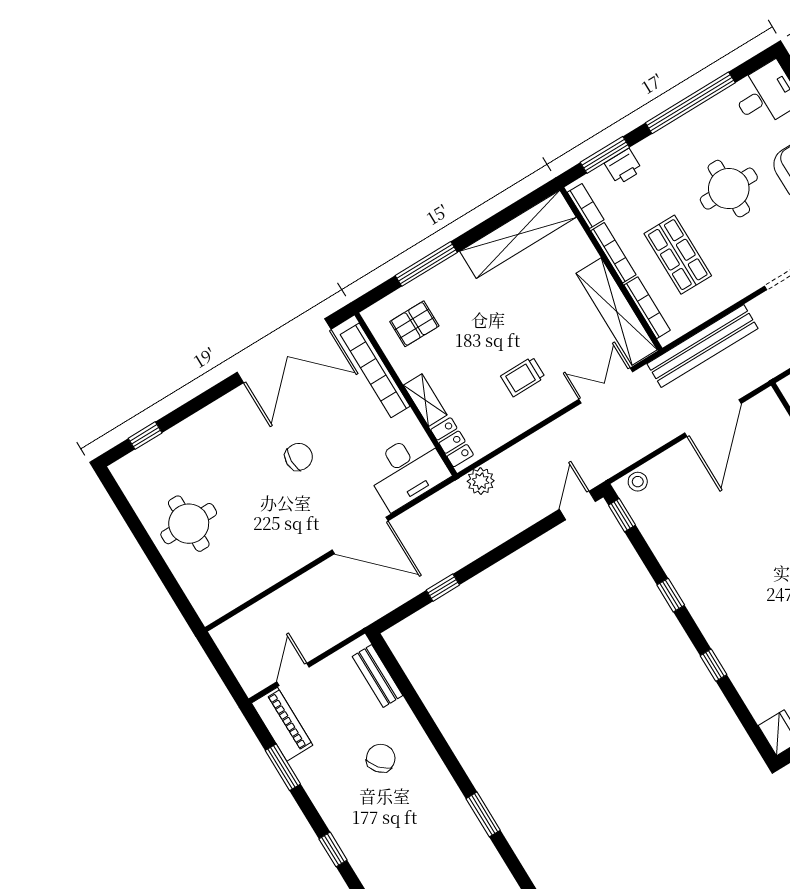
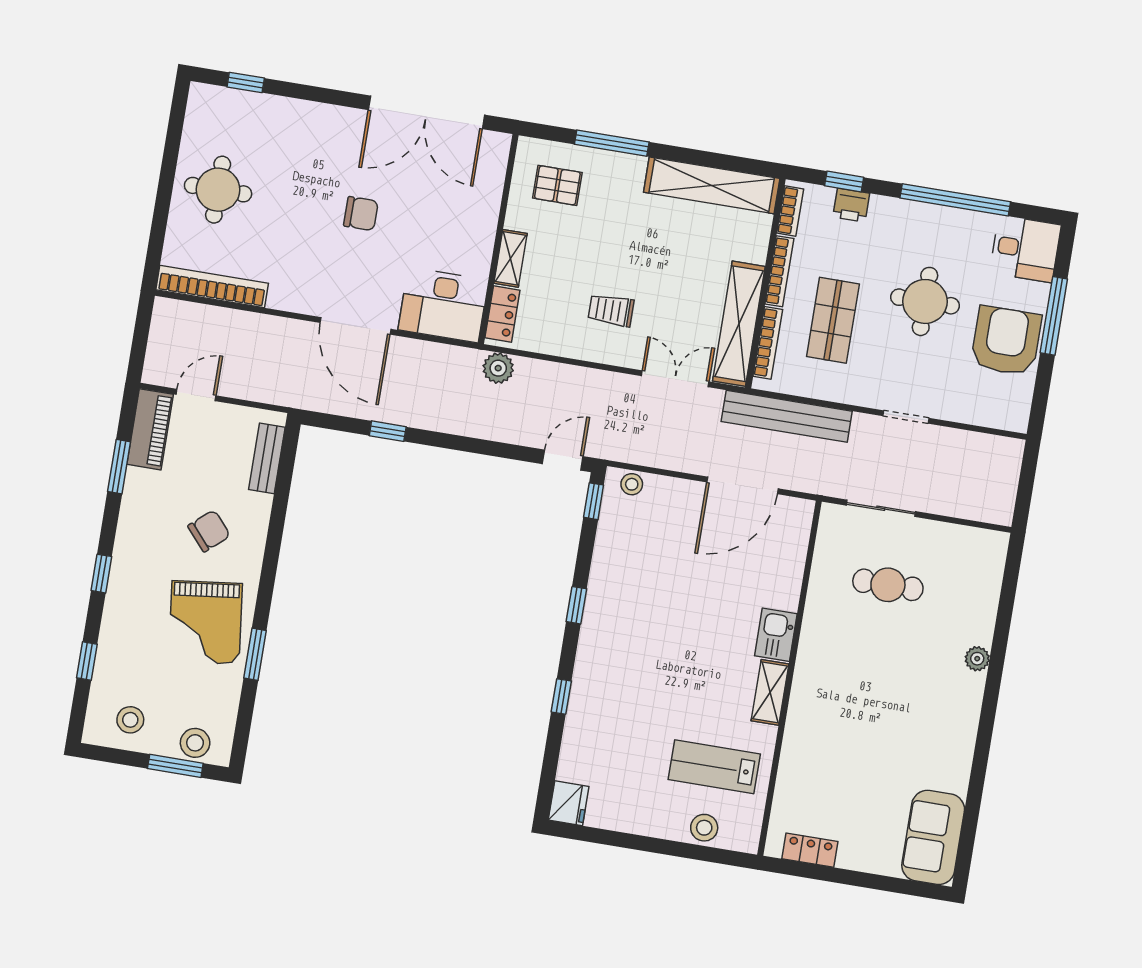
window: (605, 155) -> (844, 182), width x0.67
bookcase: (375, 370) -> (212, 286), moved, turned 90
grand piano: (431, 822) -> (206, 622), added

